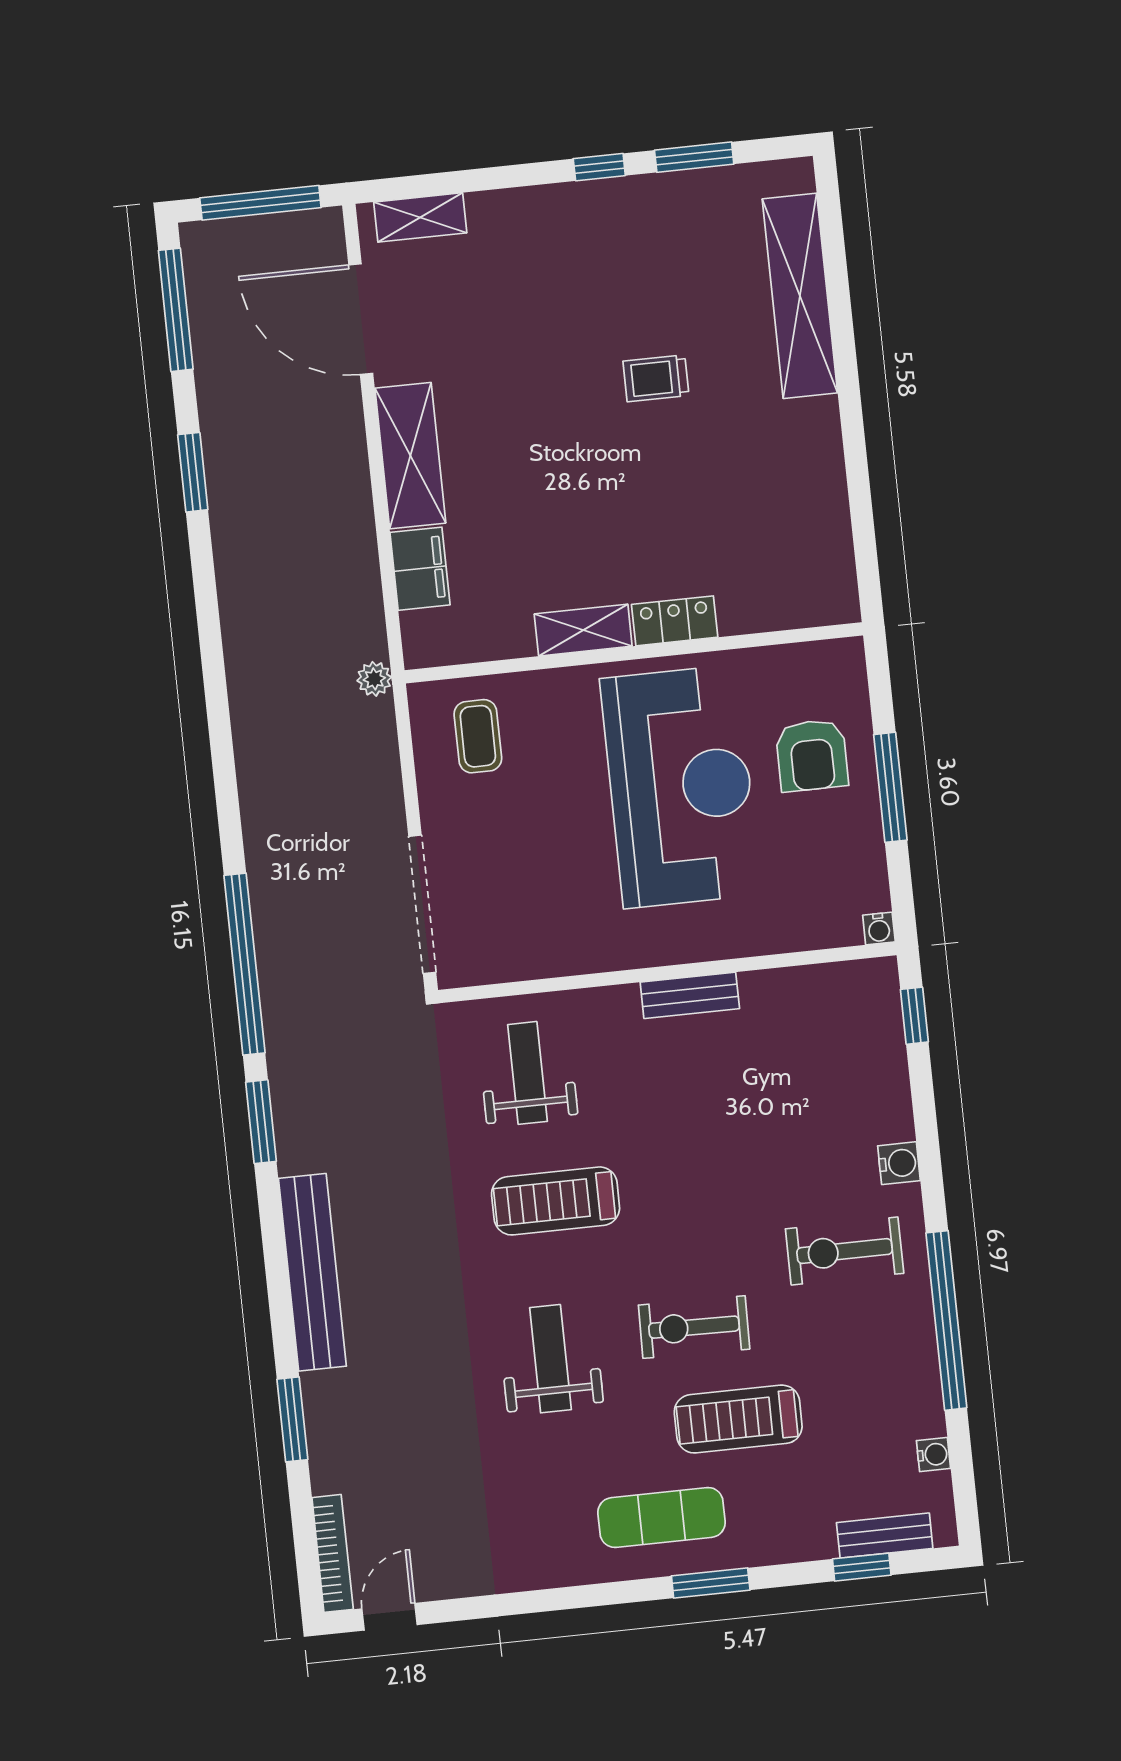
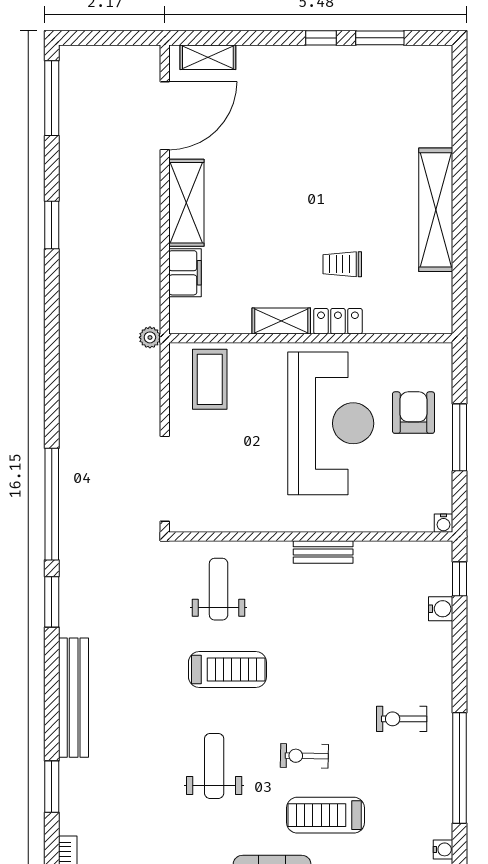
window: (260, 203) -> (111, 38), removed
shelving: (800, 296) -> (436, 210), moved
door: (361, 319) -> (165, 116), swing flipped
trolley: (656, 378) -> (342, 264), moved
window: (193, 472) -> (52, 225), moved
coffee table: (478, 736) -> (210, 379), width x1.36, depth x1.30
armchair: (812, 755) -> (413, 413), turned 180
water cooler: (899, 1163) -> (441, 609), moved
treadmill: (556, 1201) -> (227, 669), turned 180
exercise bike: (845, 1251) -> (402, 719), width x0.73, depth x0.72
exercise bike: (694, 1327) -> (304, 756), width x0.73, depth x0.72

